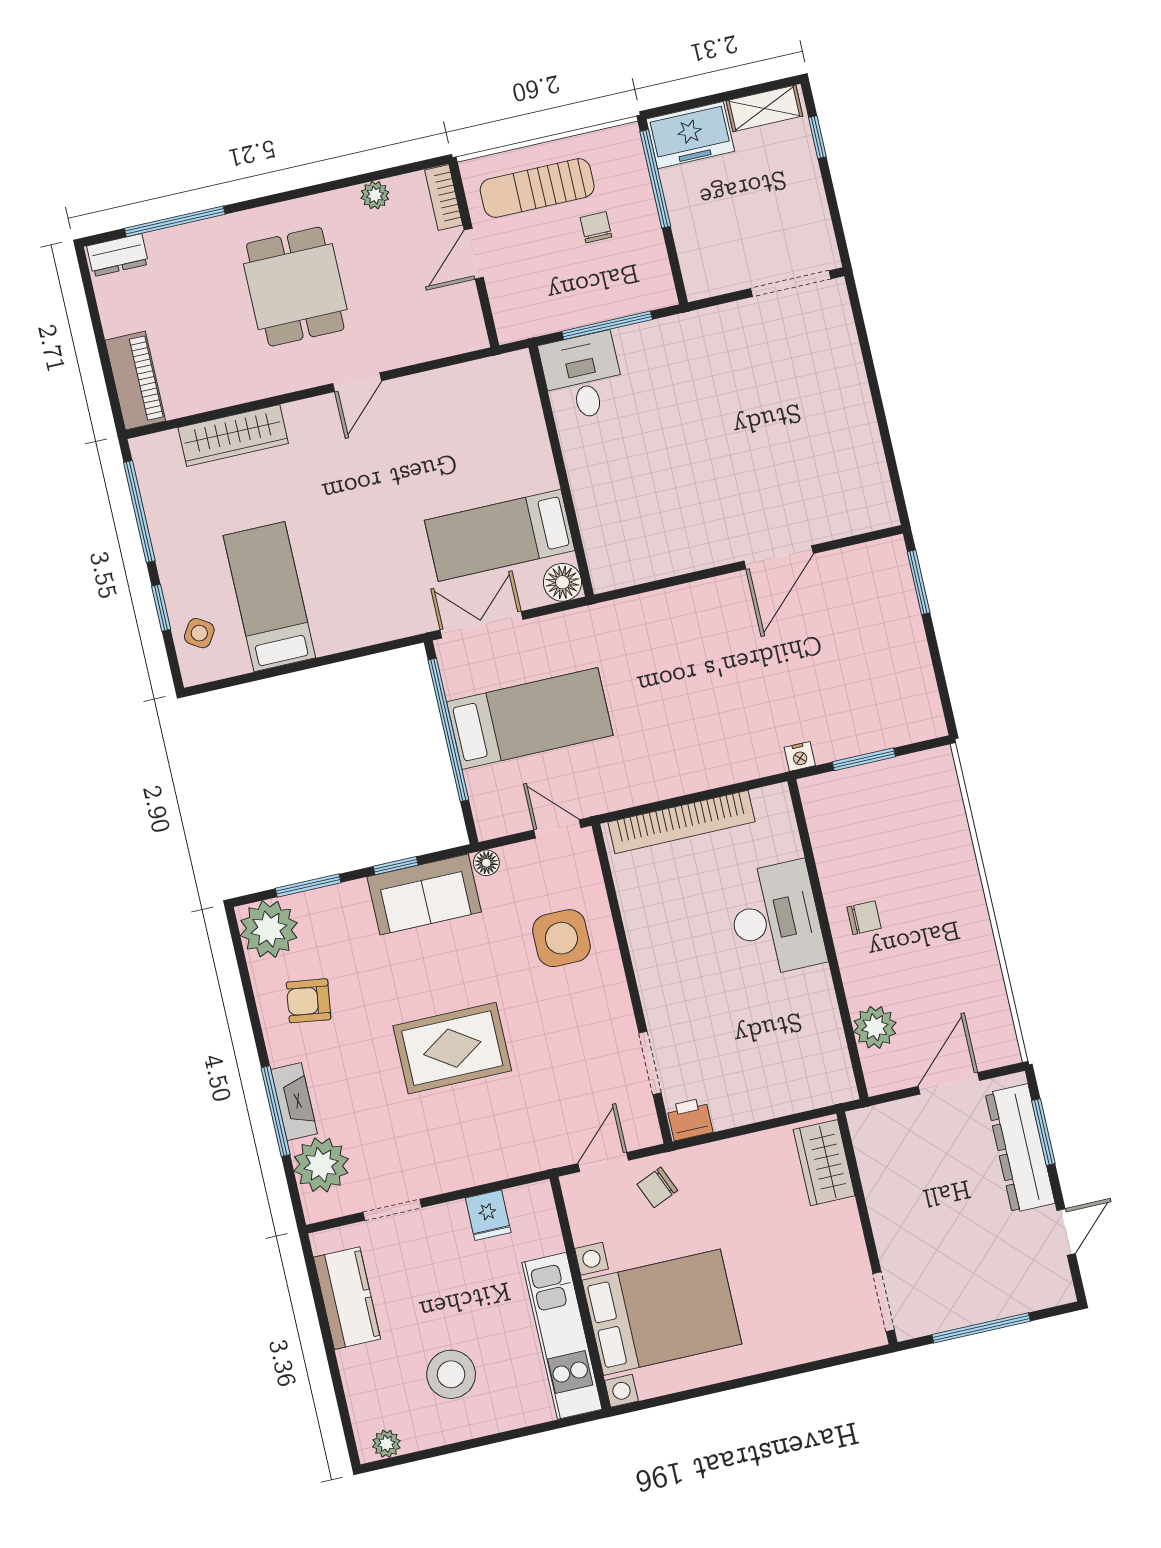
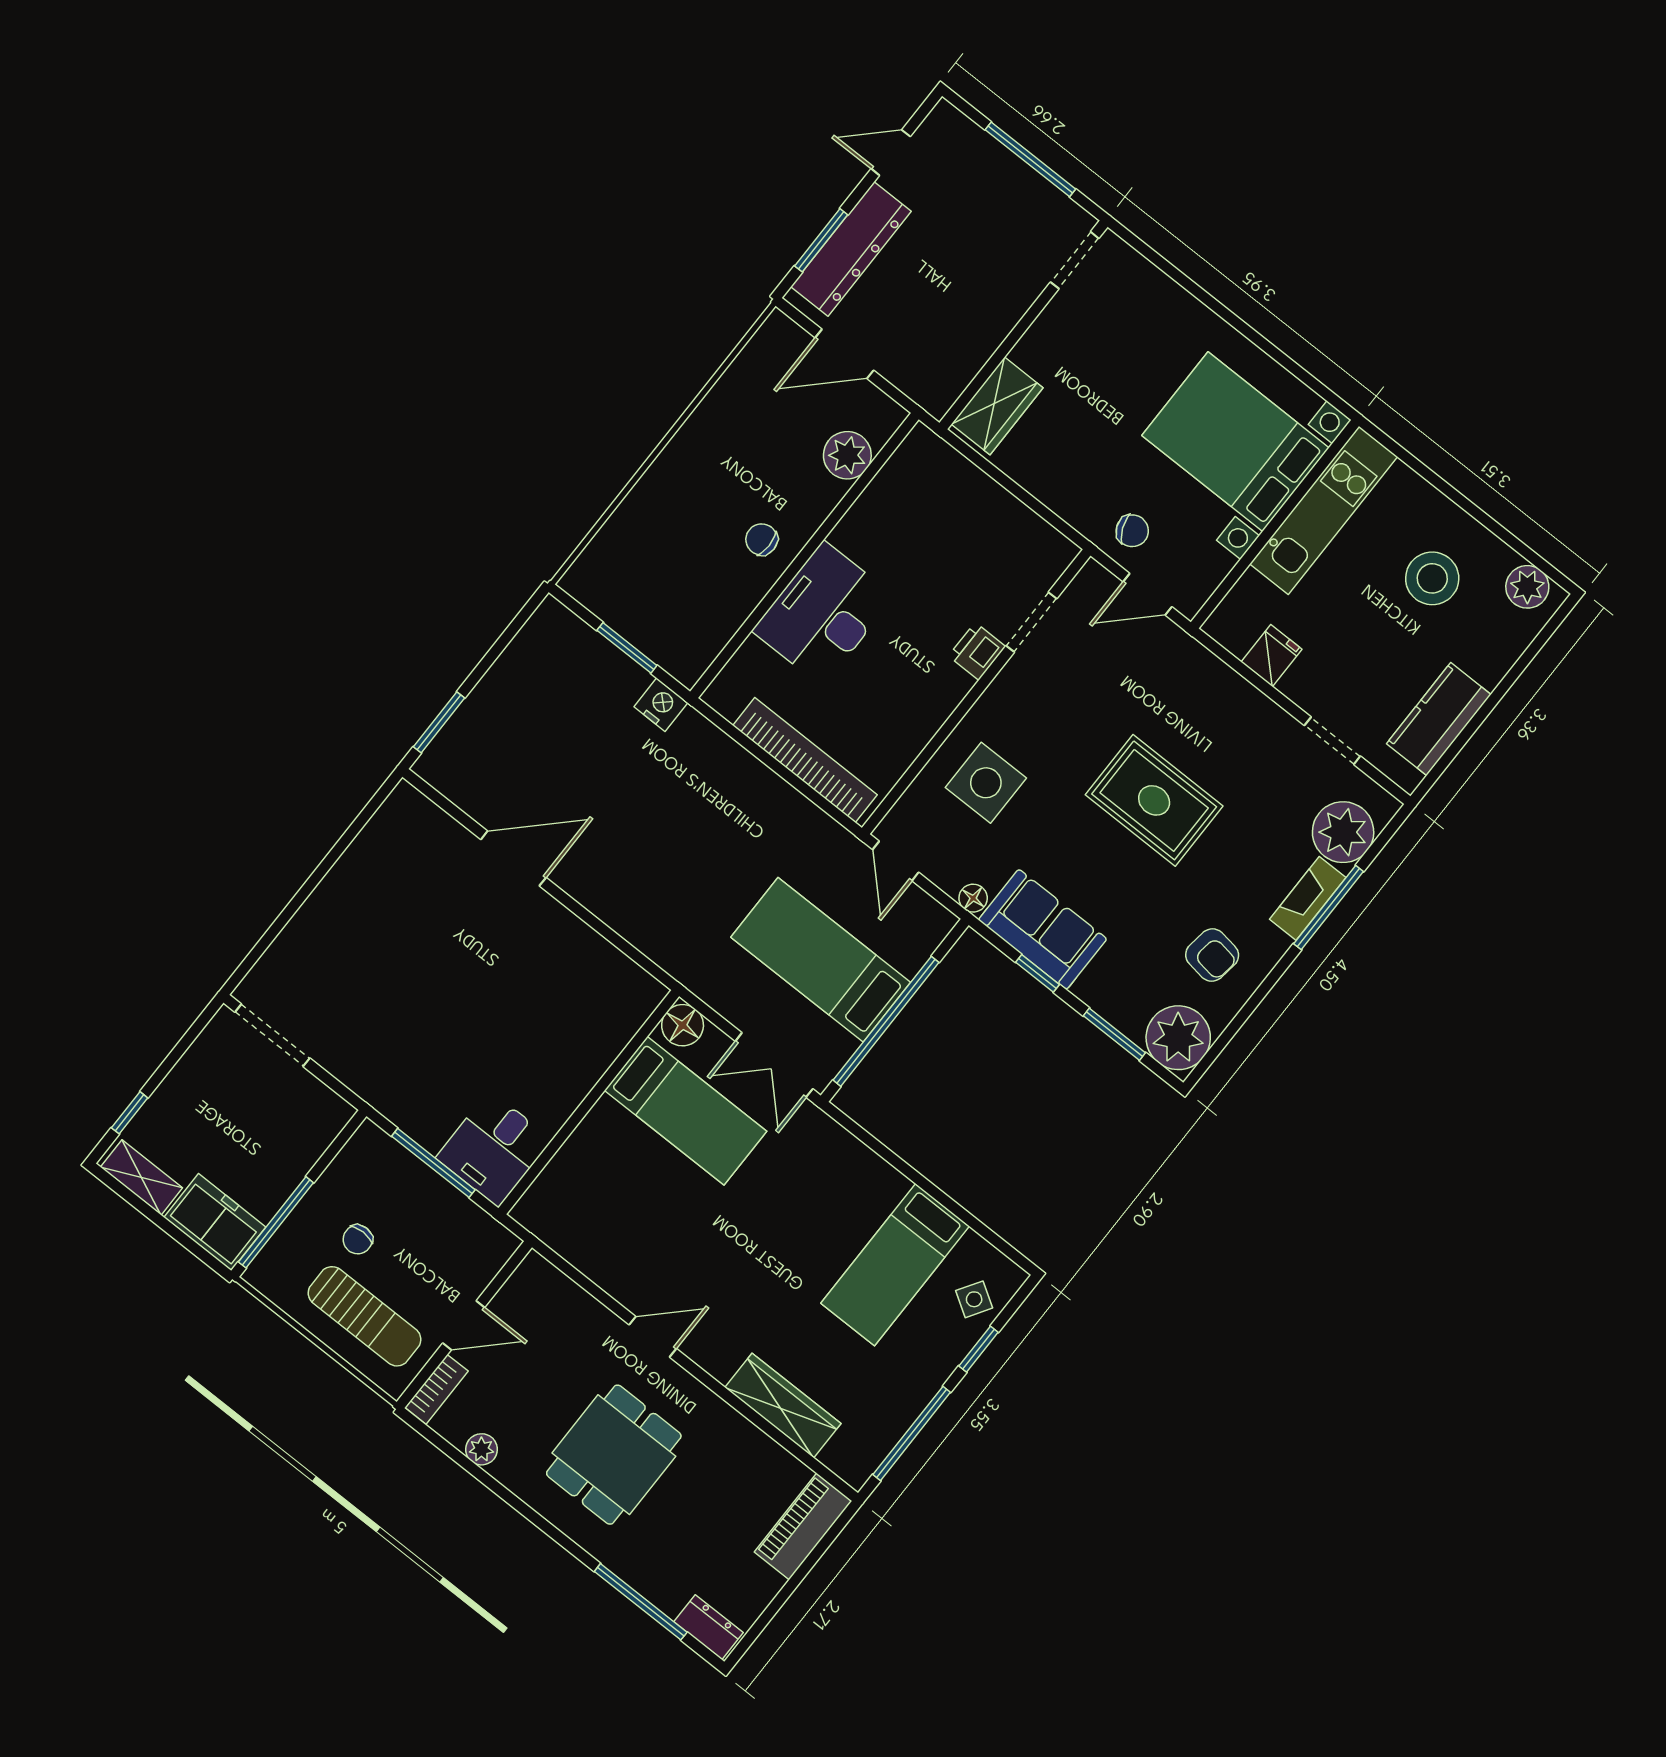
nightstand: (800, 756) -> (661, 705), width x1.39, depth x1.35
printer: (690, 1119) -> (977, 651), moved, turned 90
plant: (386, 1444) -> (1527, 587), width x1.38, depth x1.38

